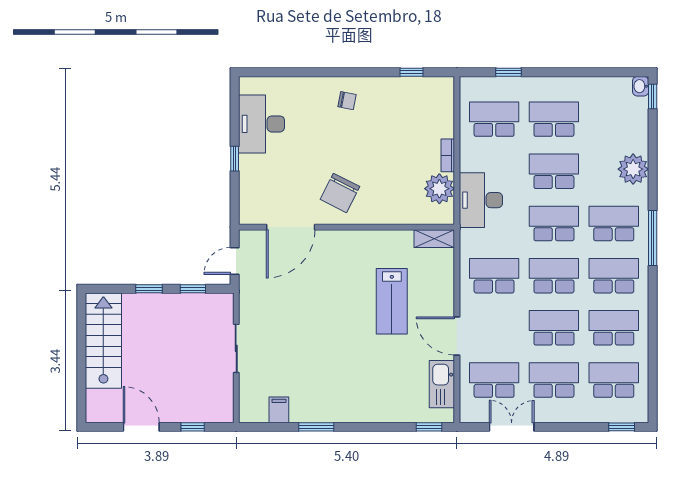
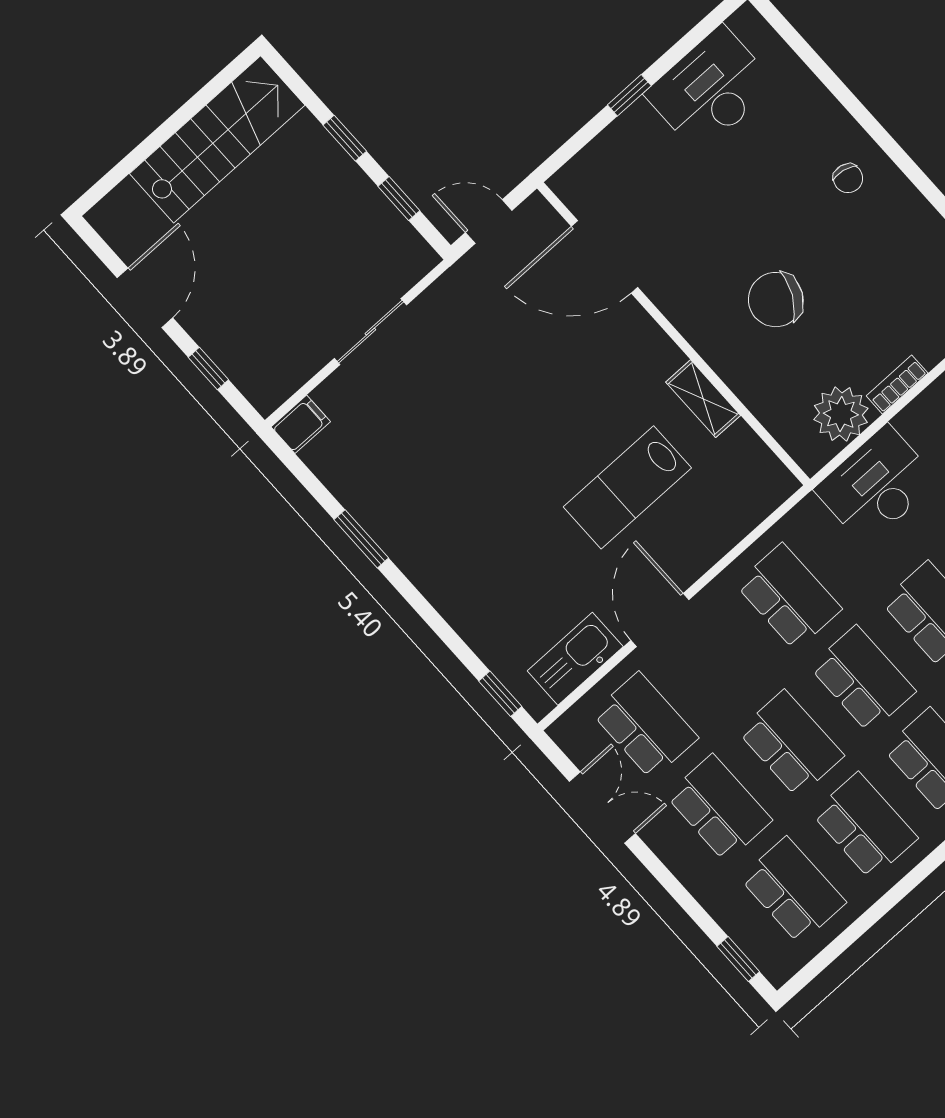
chair: (340, 193) -> (776, 300), moved
shelving: (434, 239) -> (703, 399), moved
filing cabinet: (279, 410) -> (301, 424), moved

